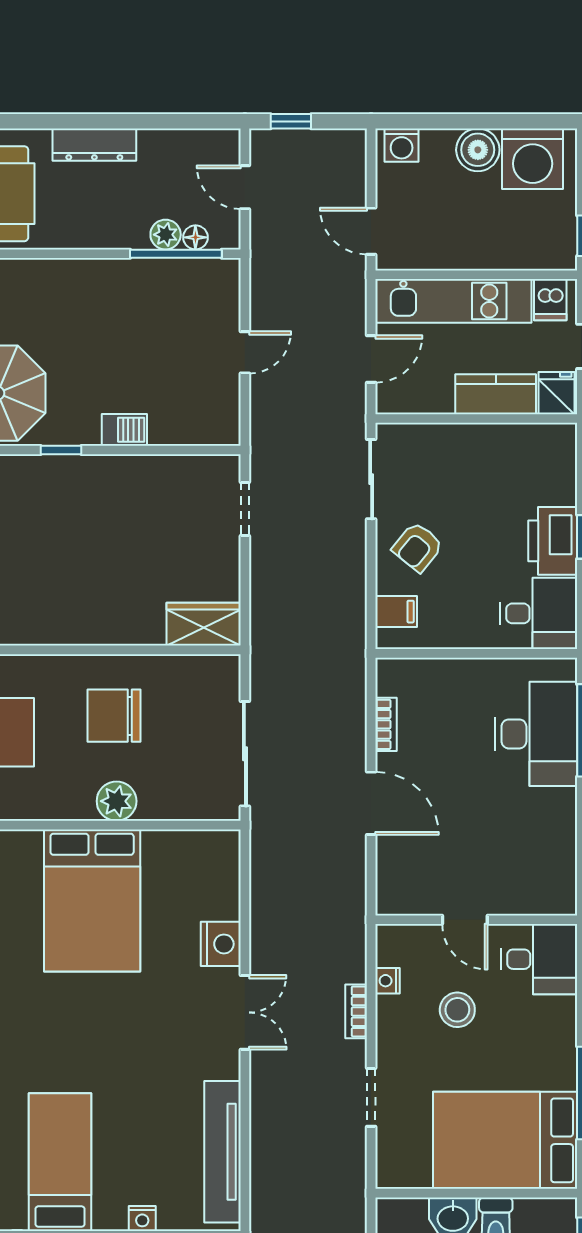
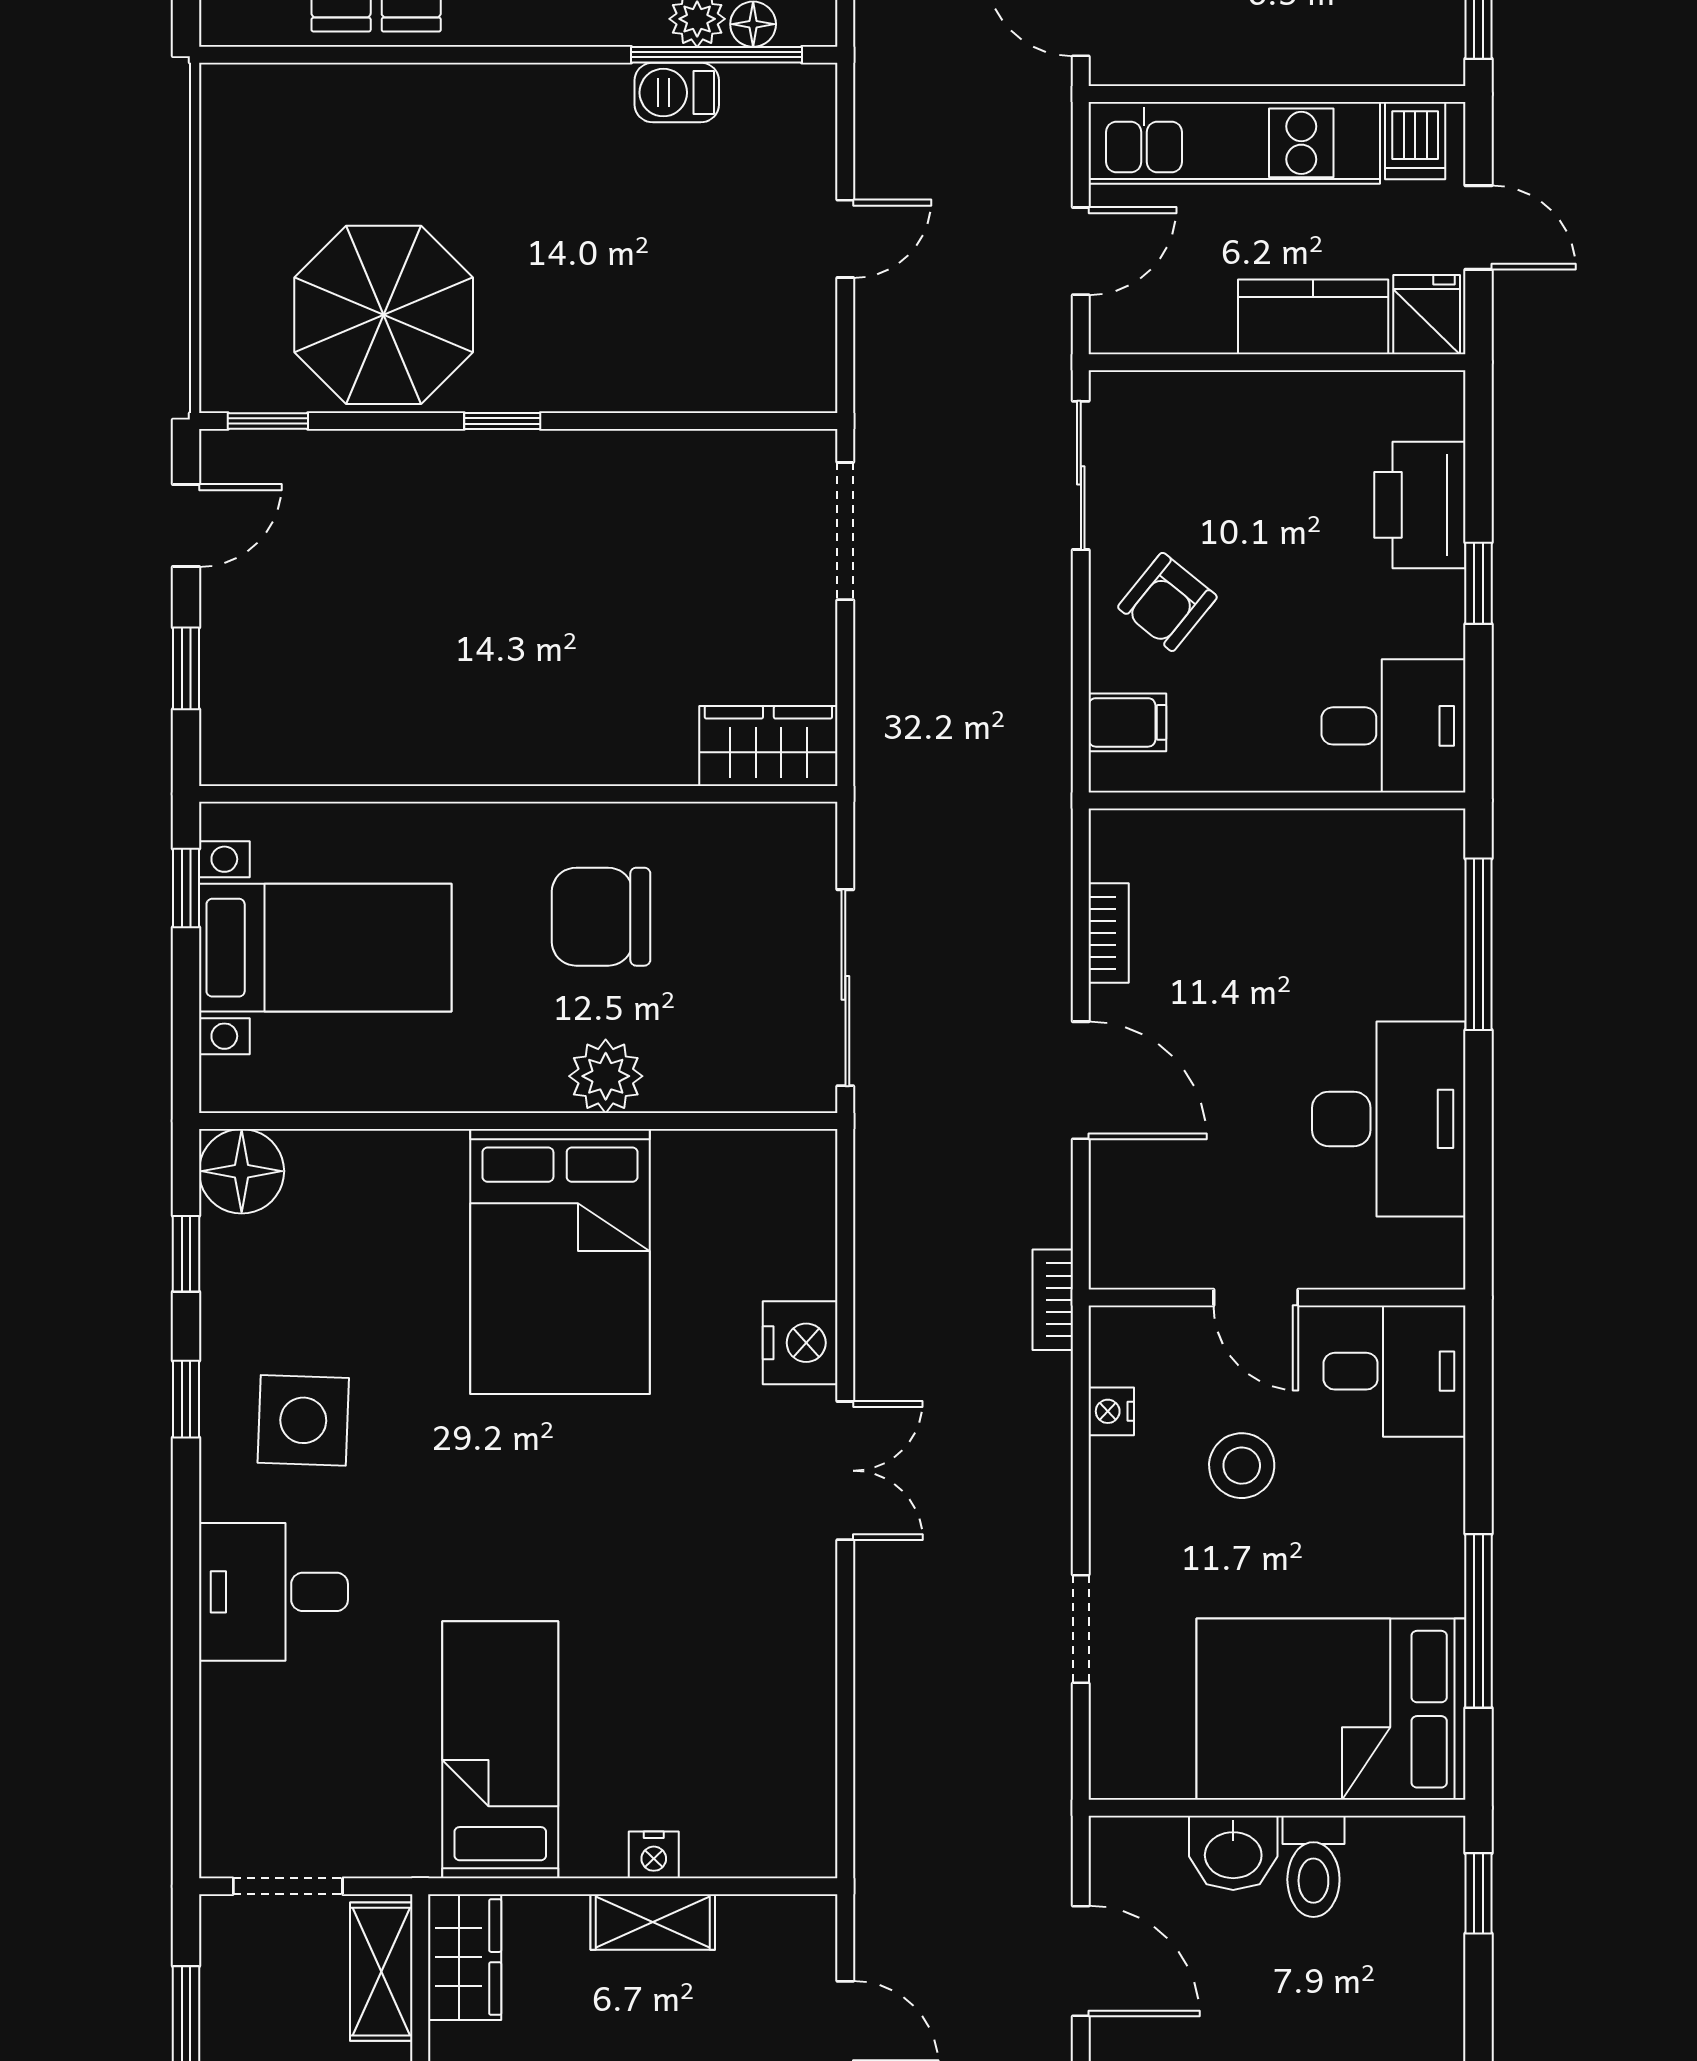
barbecue: (124, 430) -> (677, 93), moved, turned 180
doorway: (245, 509) -> (845, 531), width x1.38
printer: (553, 541) -> (1420, 505), moved
desk: (536, 734) -> (1389, 1119), moved
bookcase: (356, 1011) -> (1053, 1300), moved
tv unit: (223, 1152) -> (804, 1731), removed

